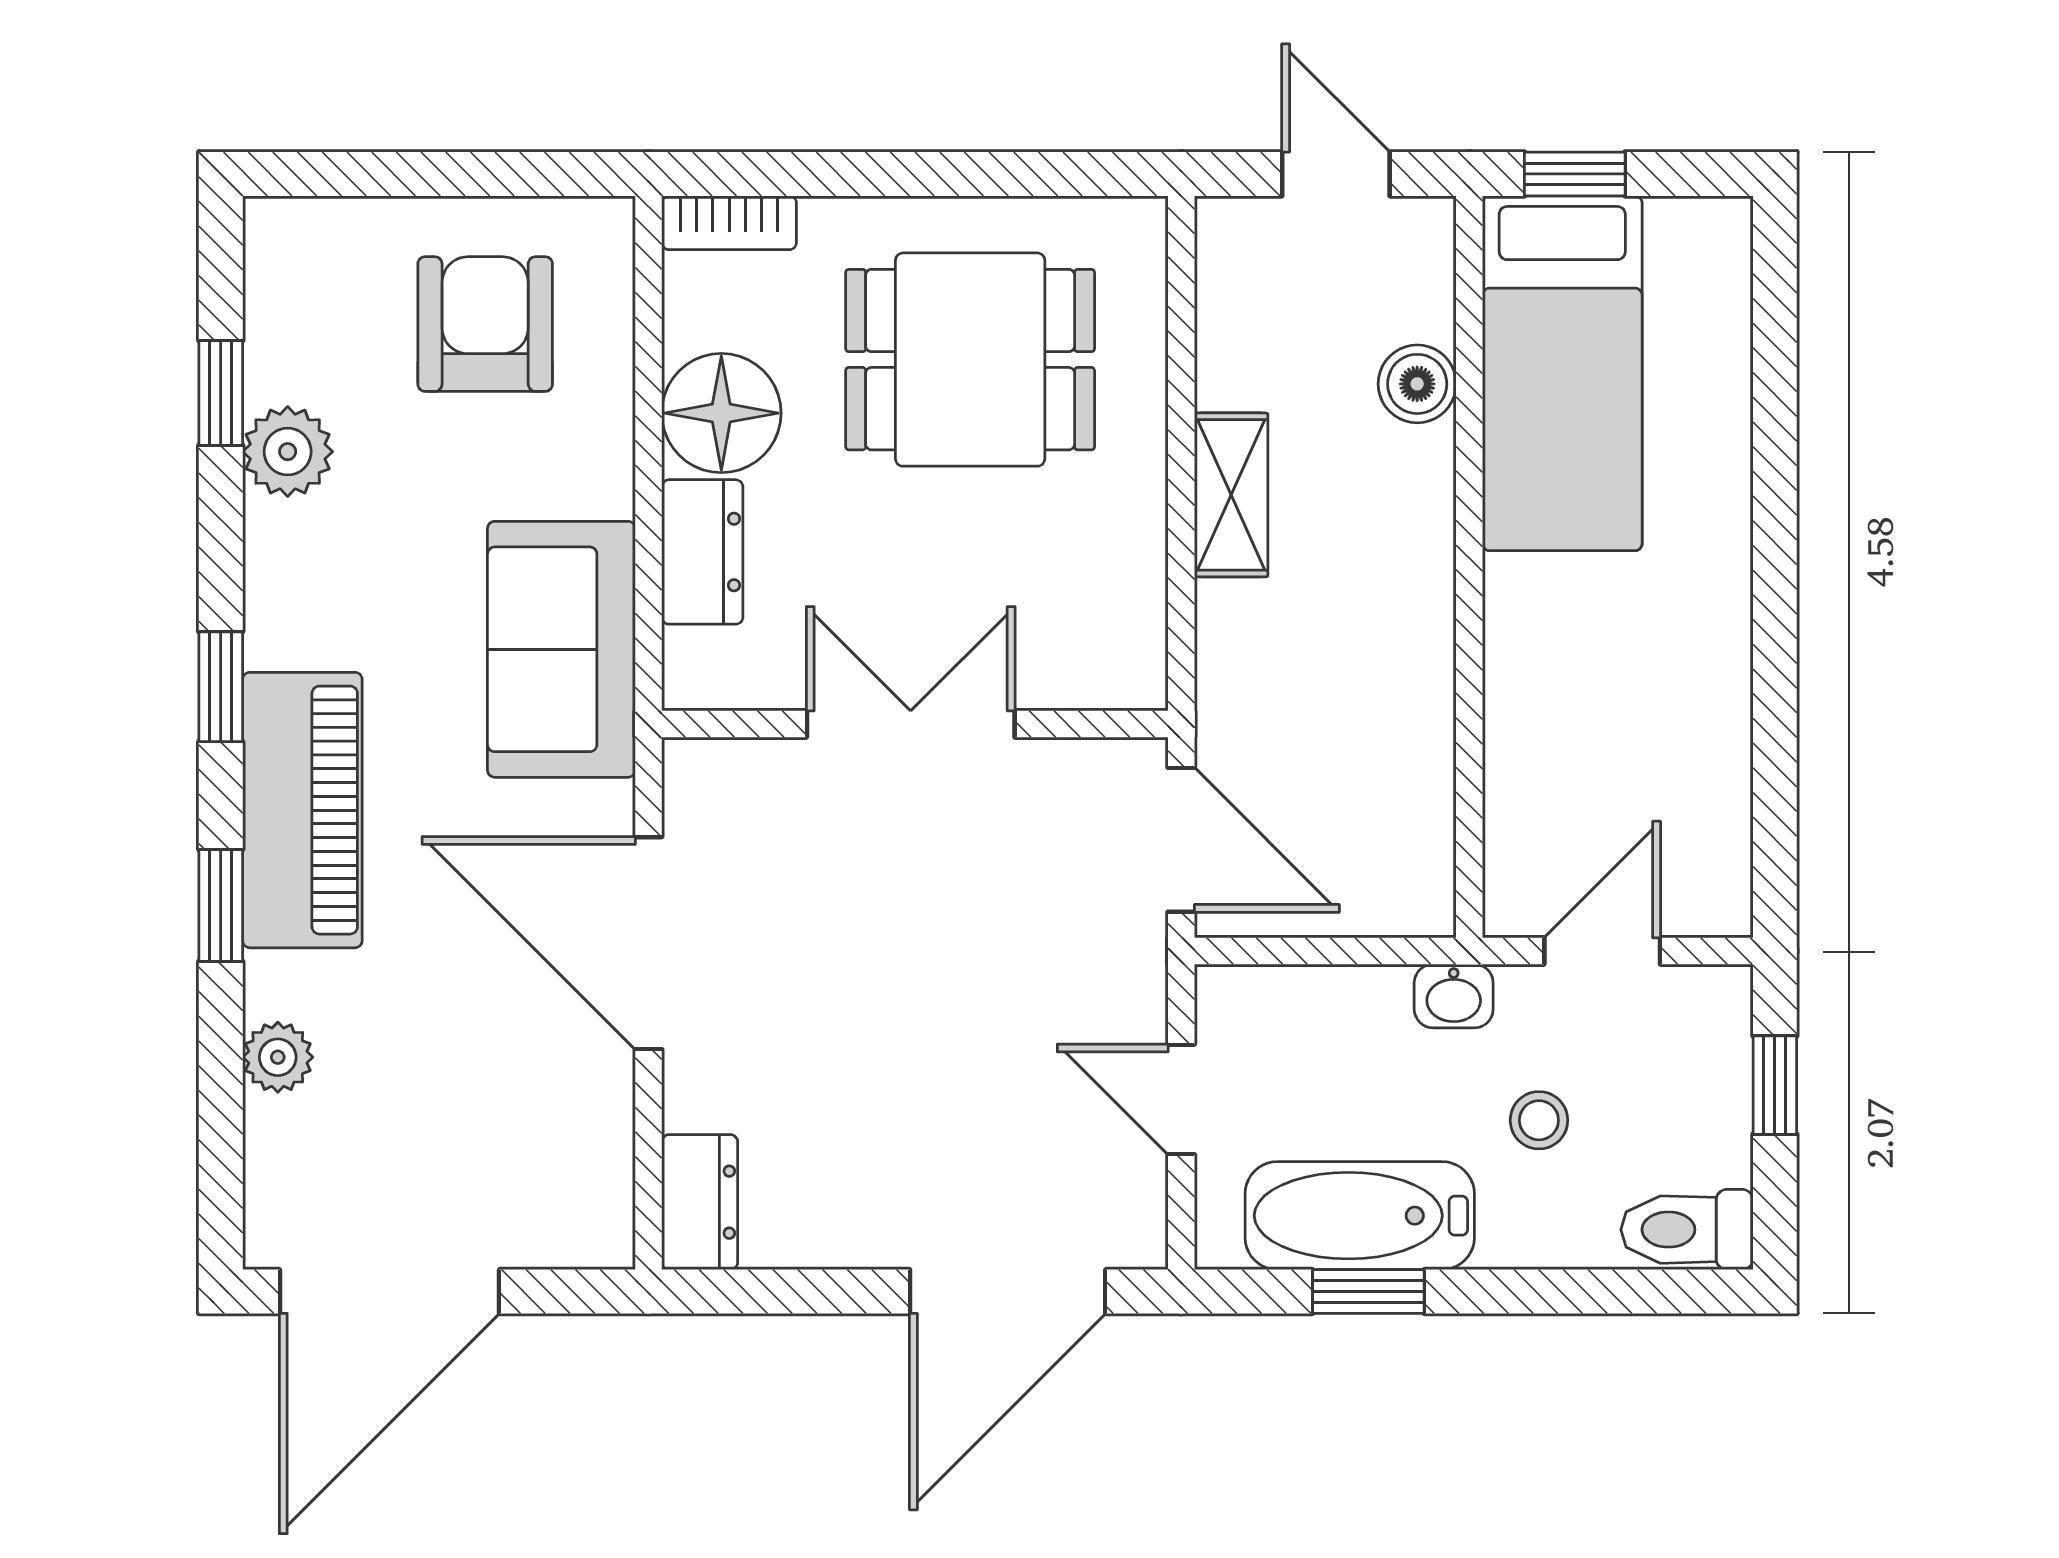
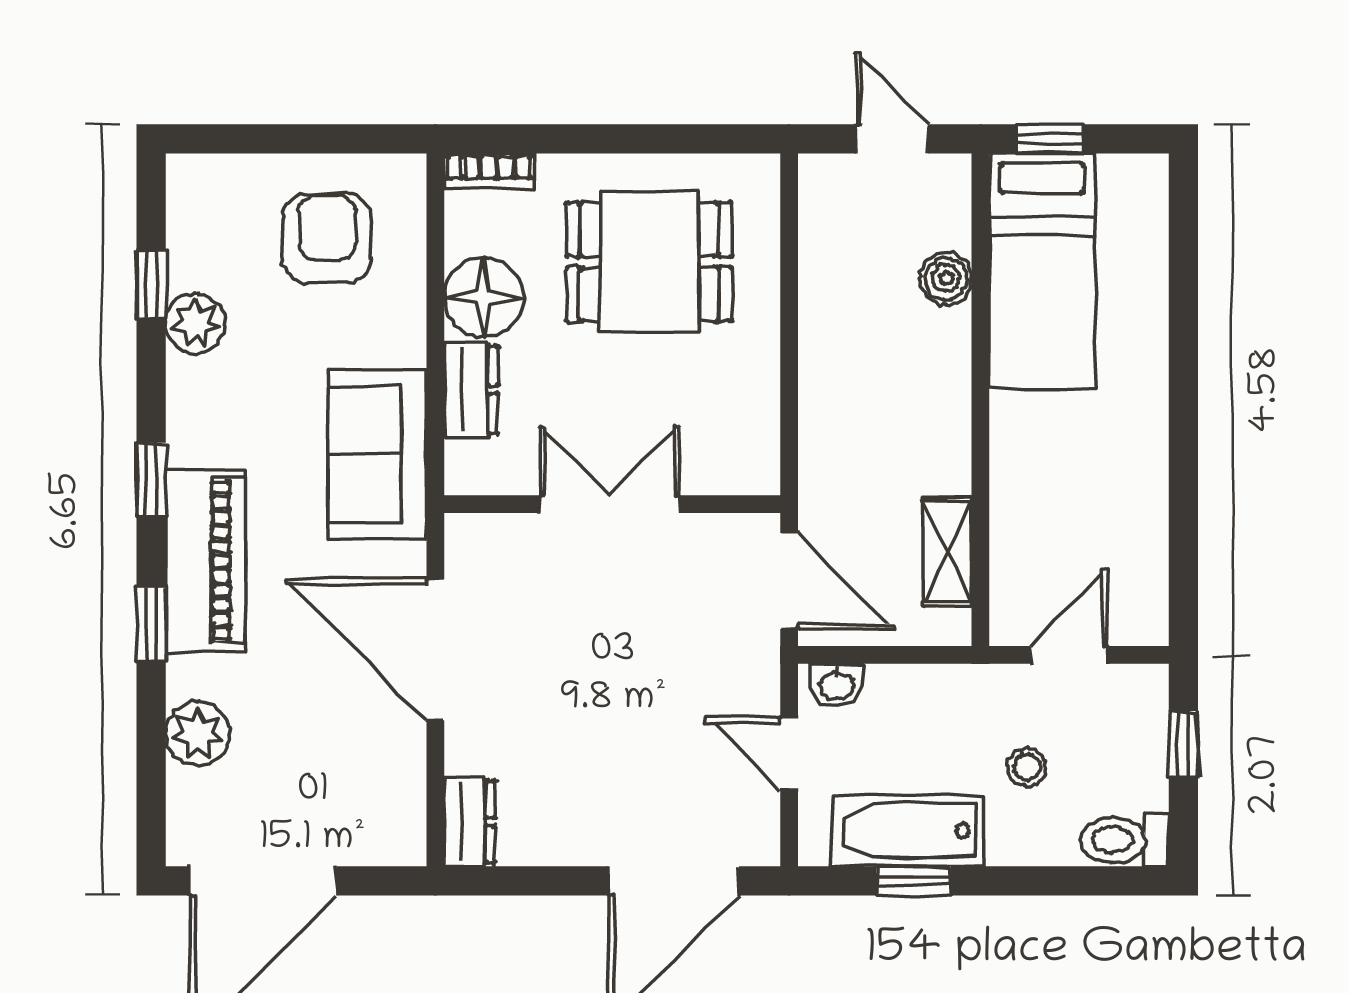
shelving: (1231, 495) -> (947, 551), moved
washbasin: (1454, 996) -> (837, 685), moved
plant: (278, 1057) -> (198, 734), width x1.38, depth x1.38

